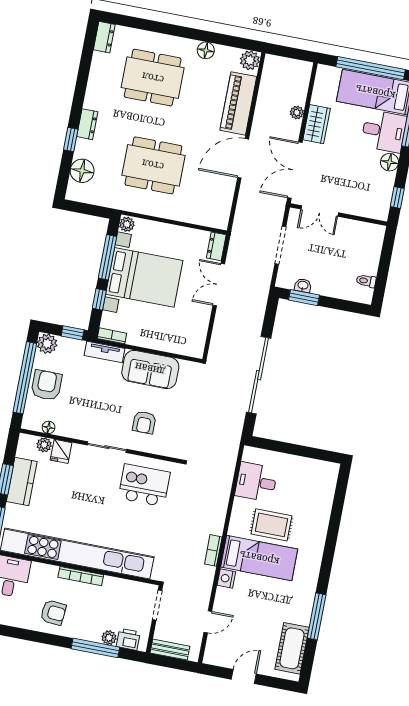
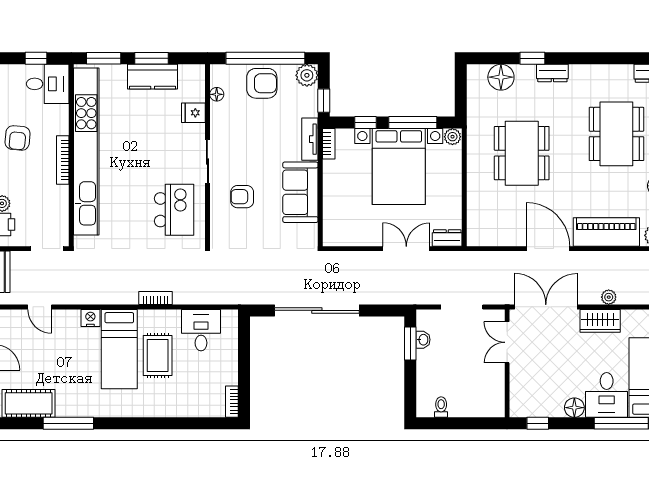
plant: (44, 445) -> (197, 93), removed
bookcase: (325, 467) -> (232, 402), added
bookcase: (213, 550) -> (155, 298), moved

